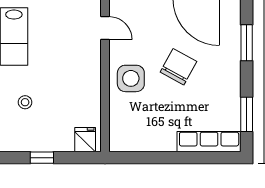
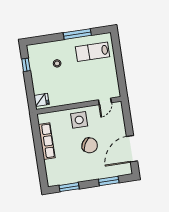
row of seats: (209, 142) -> (47, 141), moved
window: (42, 158) -> (26, 65), moved

